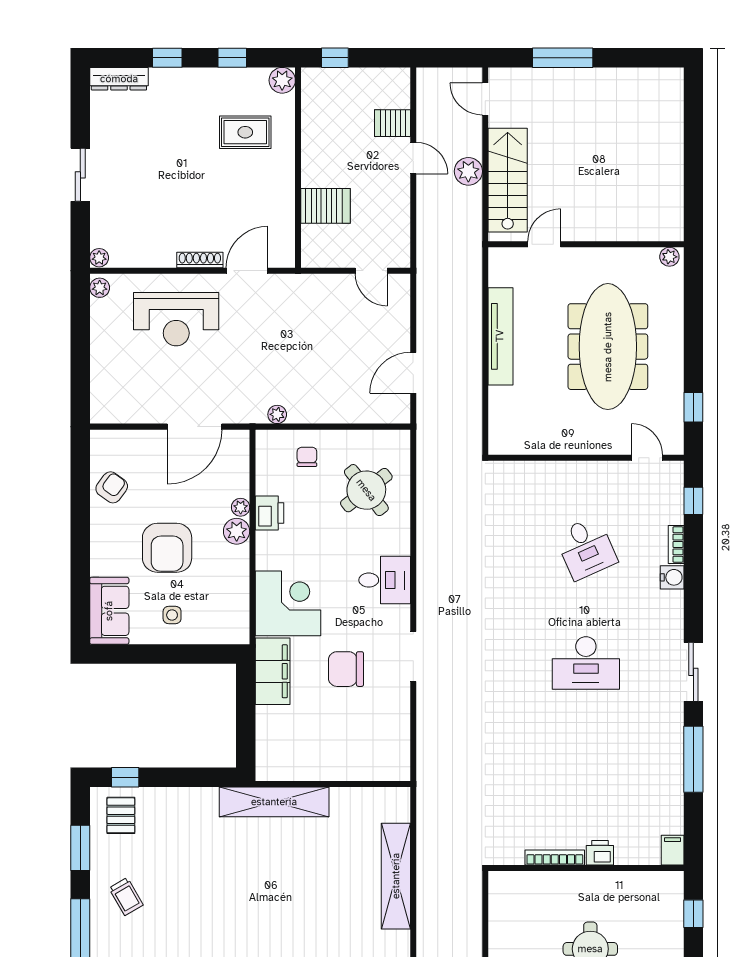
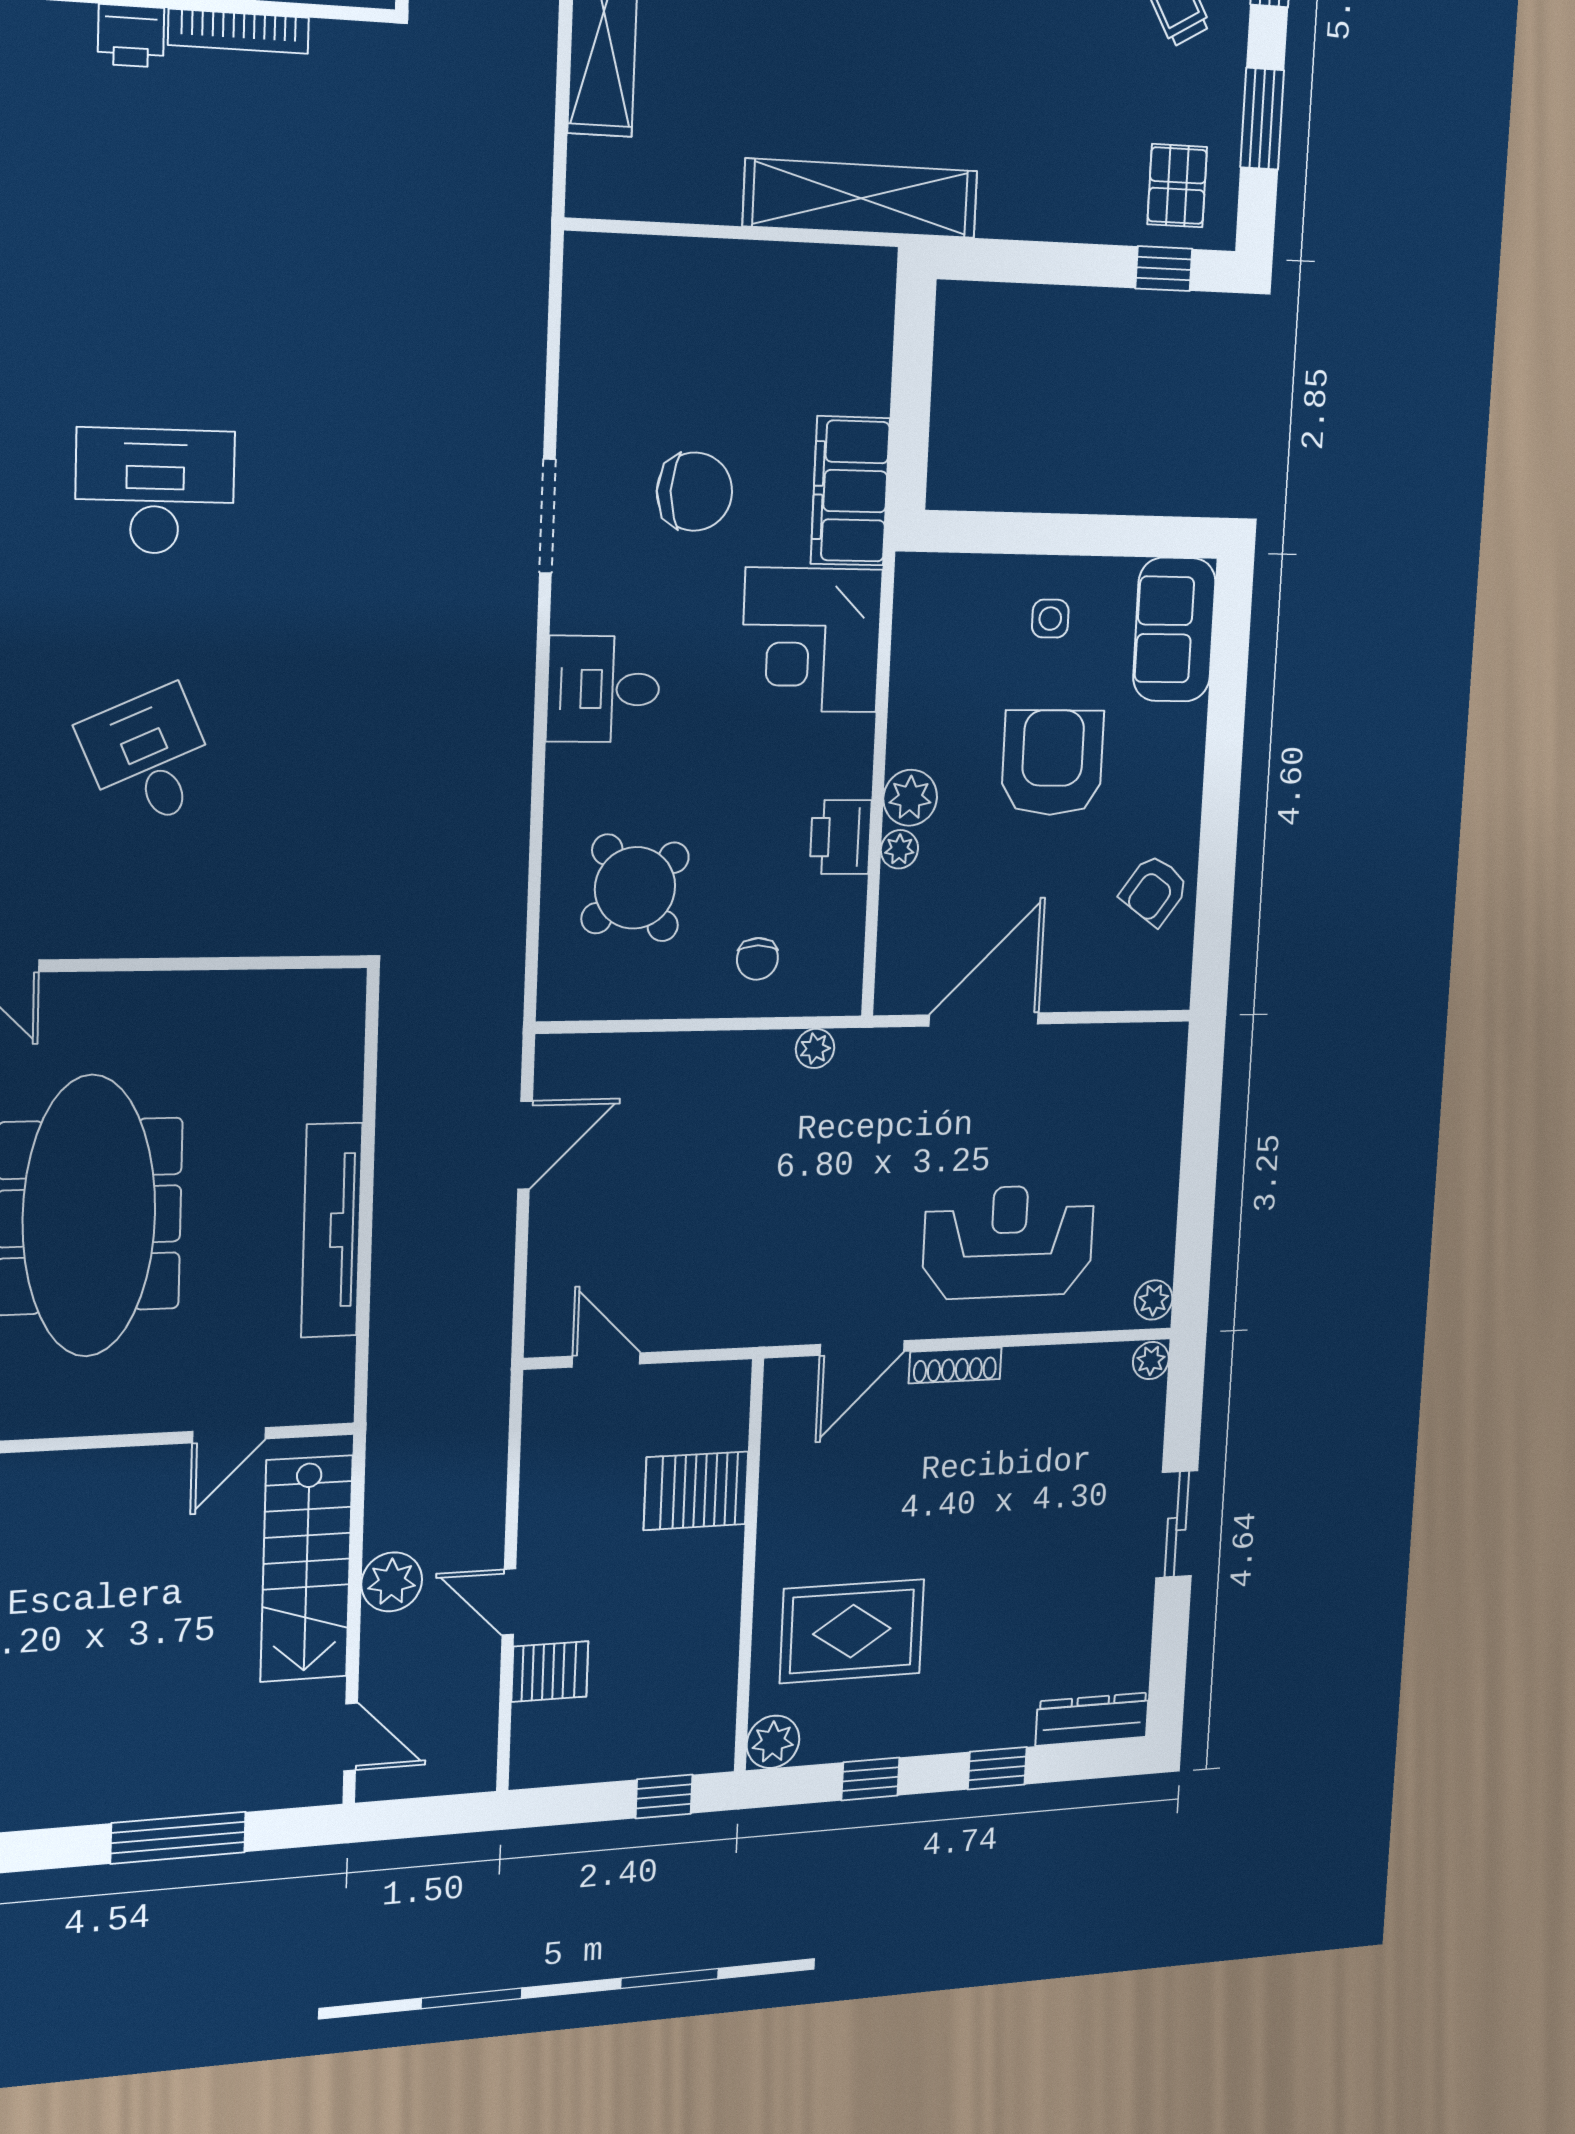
rug: (245, 132) -> (852, 1631), width x1.36, depth x1.43

